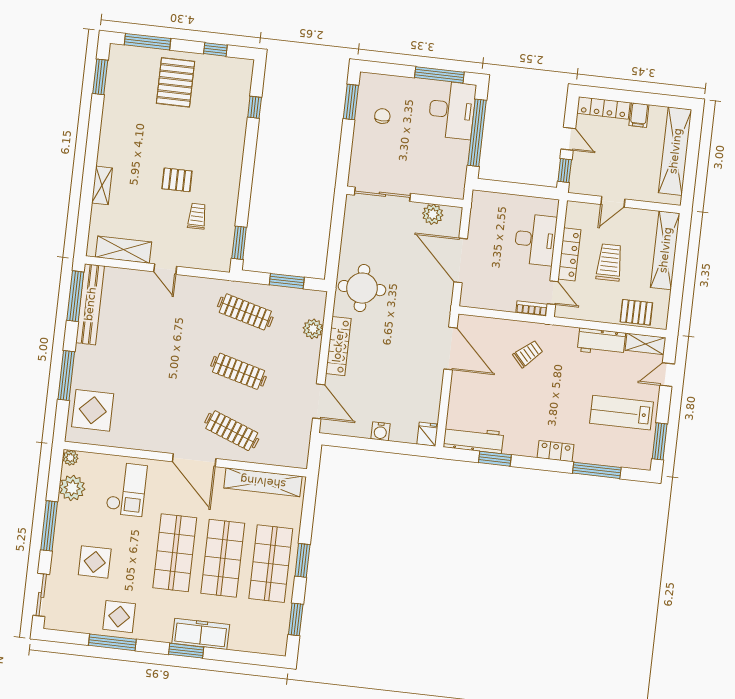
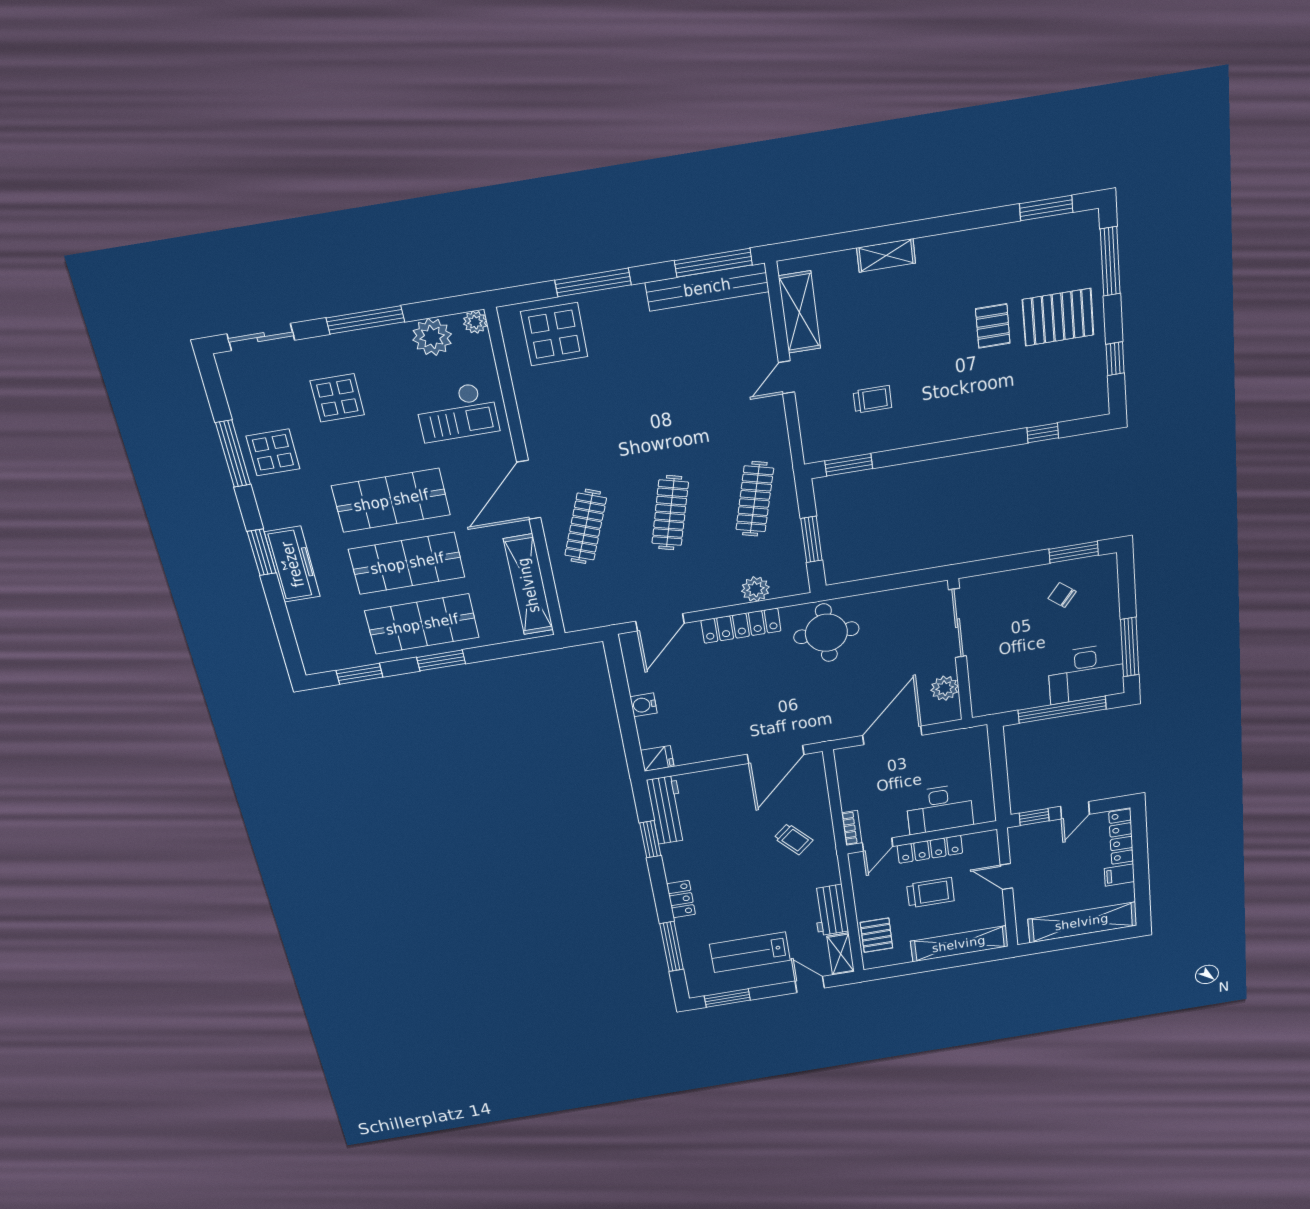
chair: (382, 116) -> (1062, 595), turned -141
pallet: (177, 180) -> (993, 326), moved
lab bench: (621, 413) -> (750, 952), turned -90

